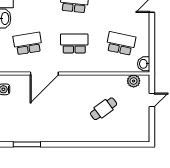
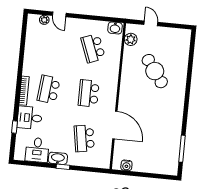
school desk: (121, 43) -> (93, 48), turned -33
cafe table: (104, 109) -> (155, 71), width x1.37, depth x1.35

